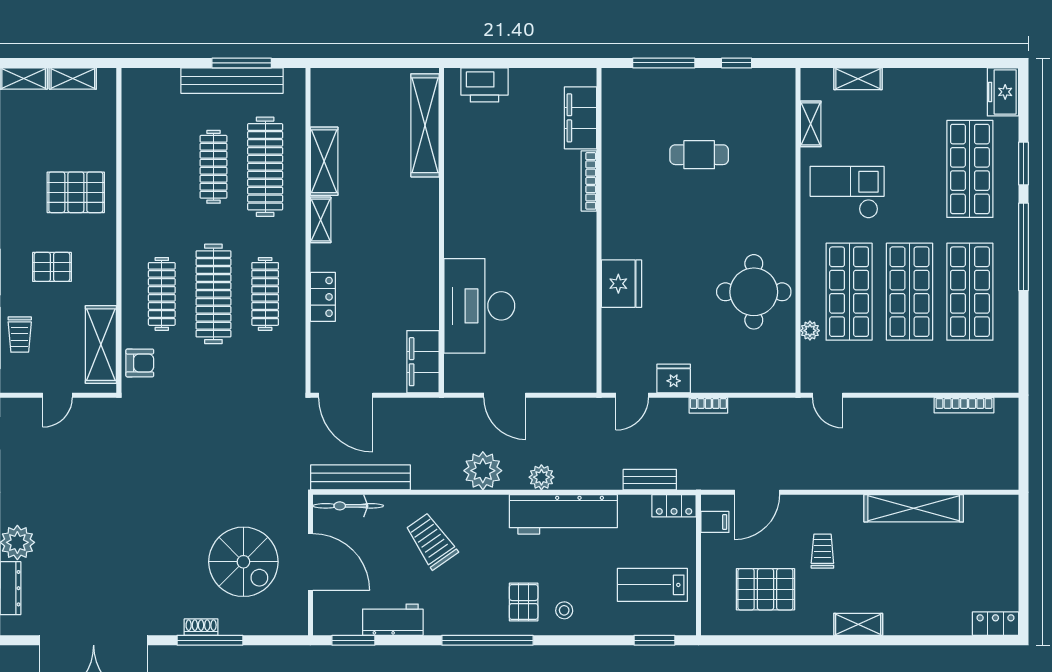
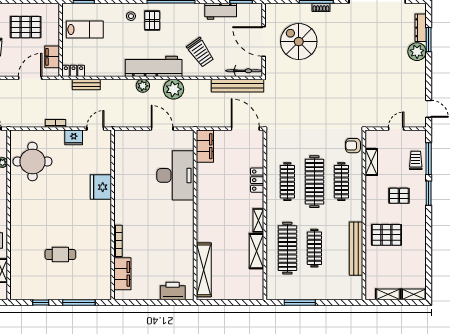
bench: (232, 81) -> (356, 249), moved, turned 90
round table: (754, 292) -> (32, 162), moved
shelving: (101, 345) -> (371, 162), width x0.67, depth x0.75
workbench: (563, 514) -> (154, 66), moved
filing cabinet: (715, 522) -> (52, 57), width x2.00

